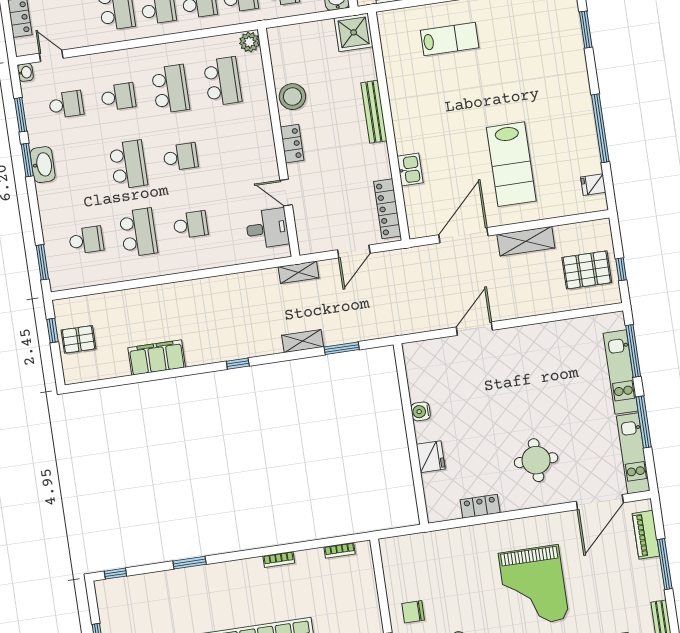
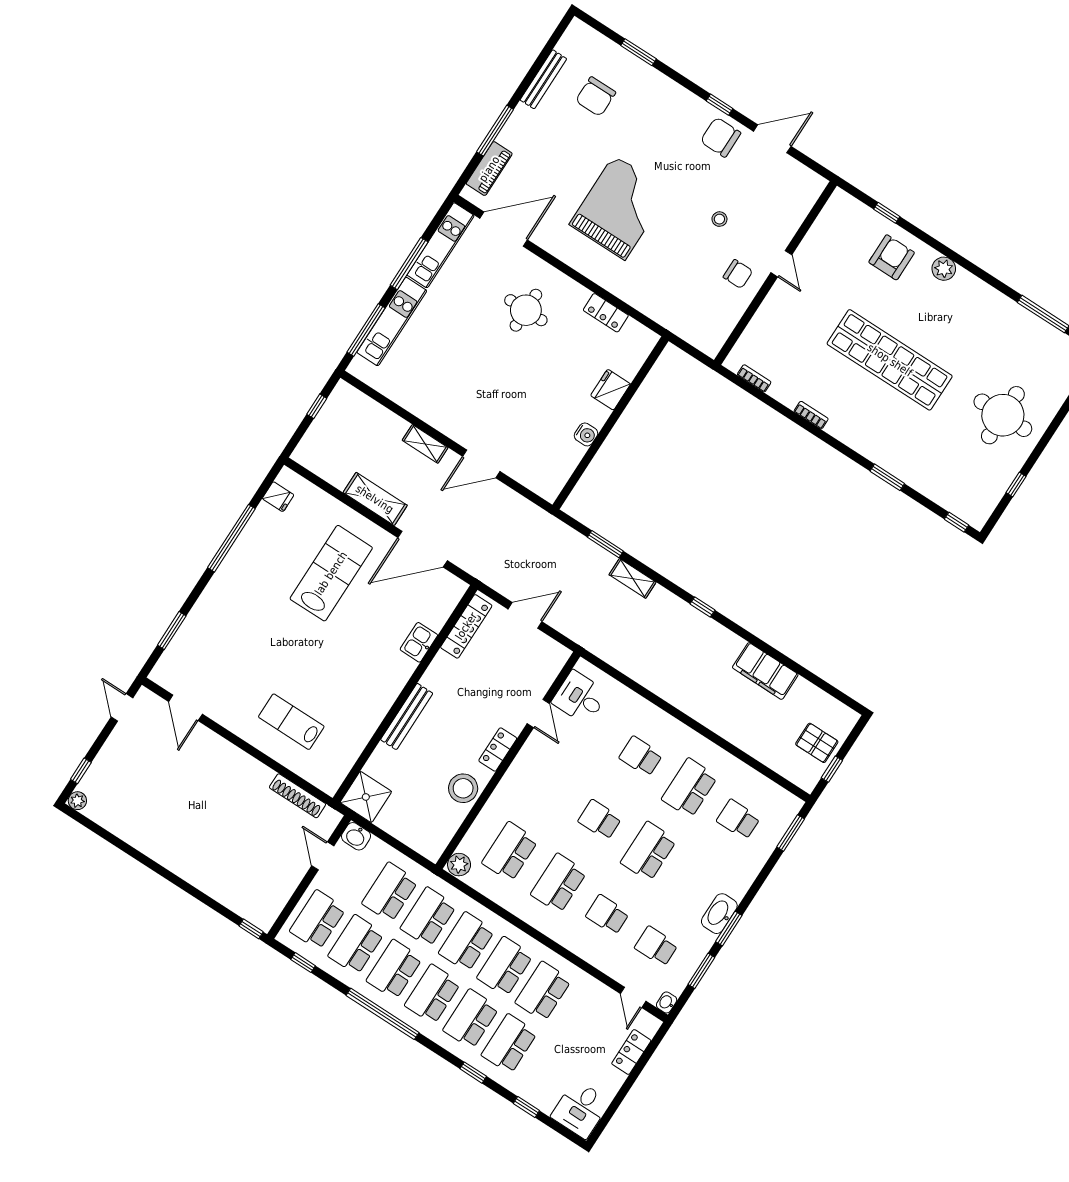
pallet: (587, 270) -> (346, 431), removed
shelving: (299, 272) -> (425, 444), moved

